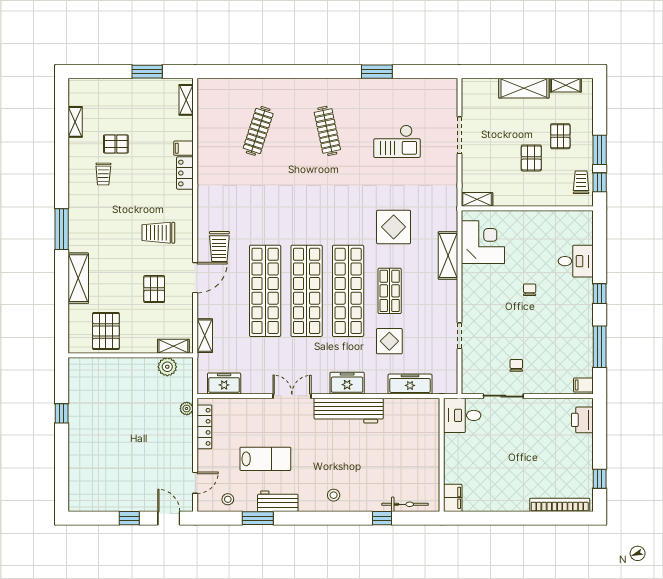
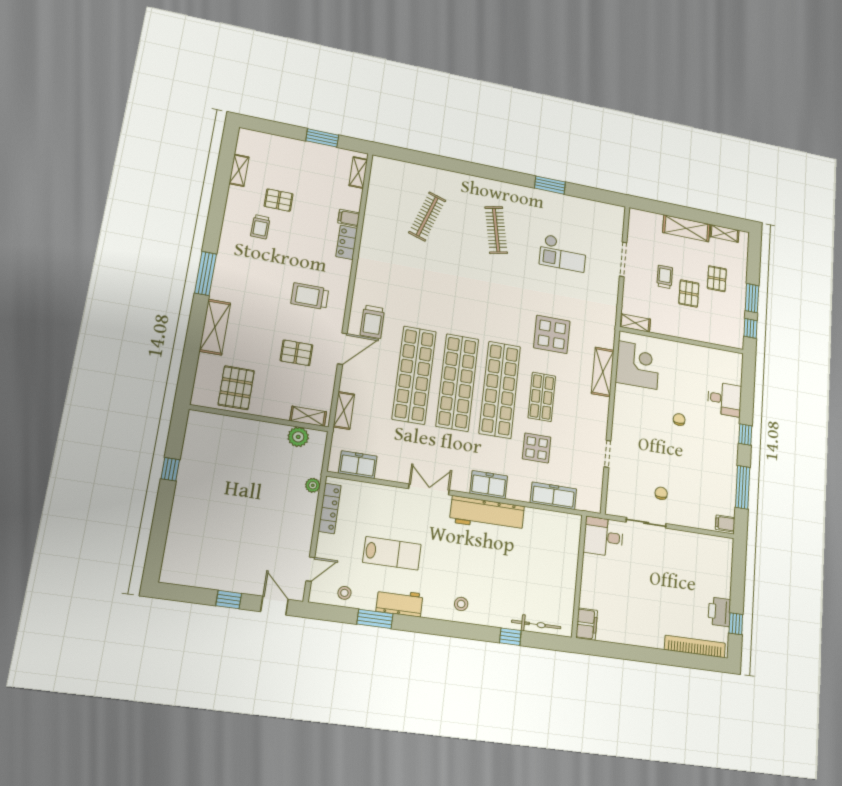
trolley: (581, 182) -> (665, 277), moved
pallet: (154, 289) -> (296, 353), turned 90
printer: (582, 420) -> (719, 612), moved

